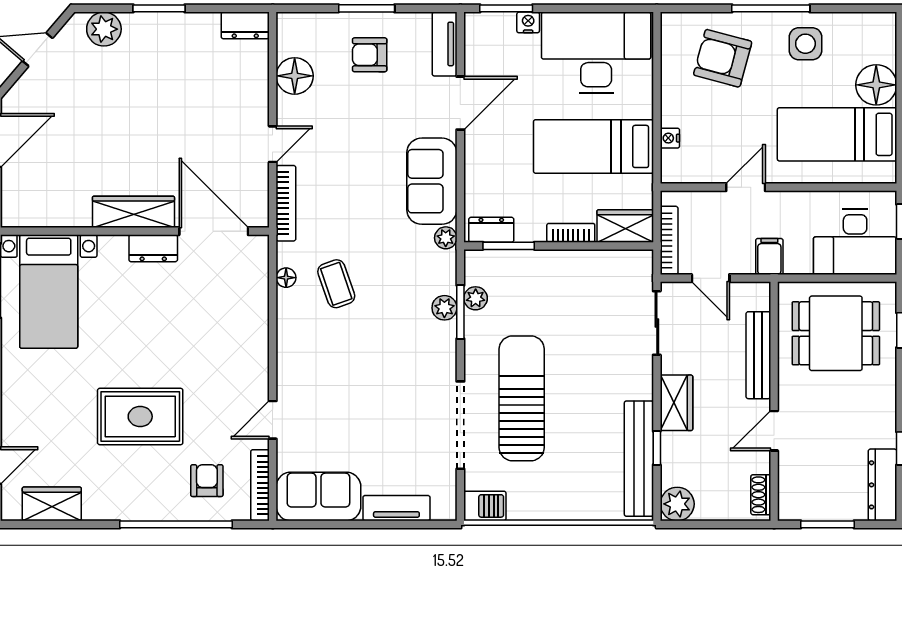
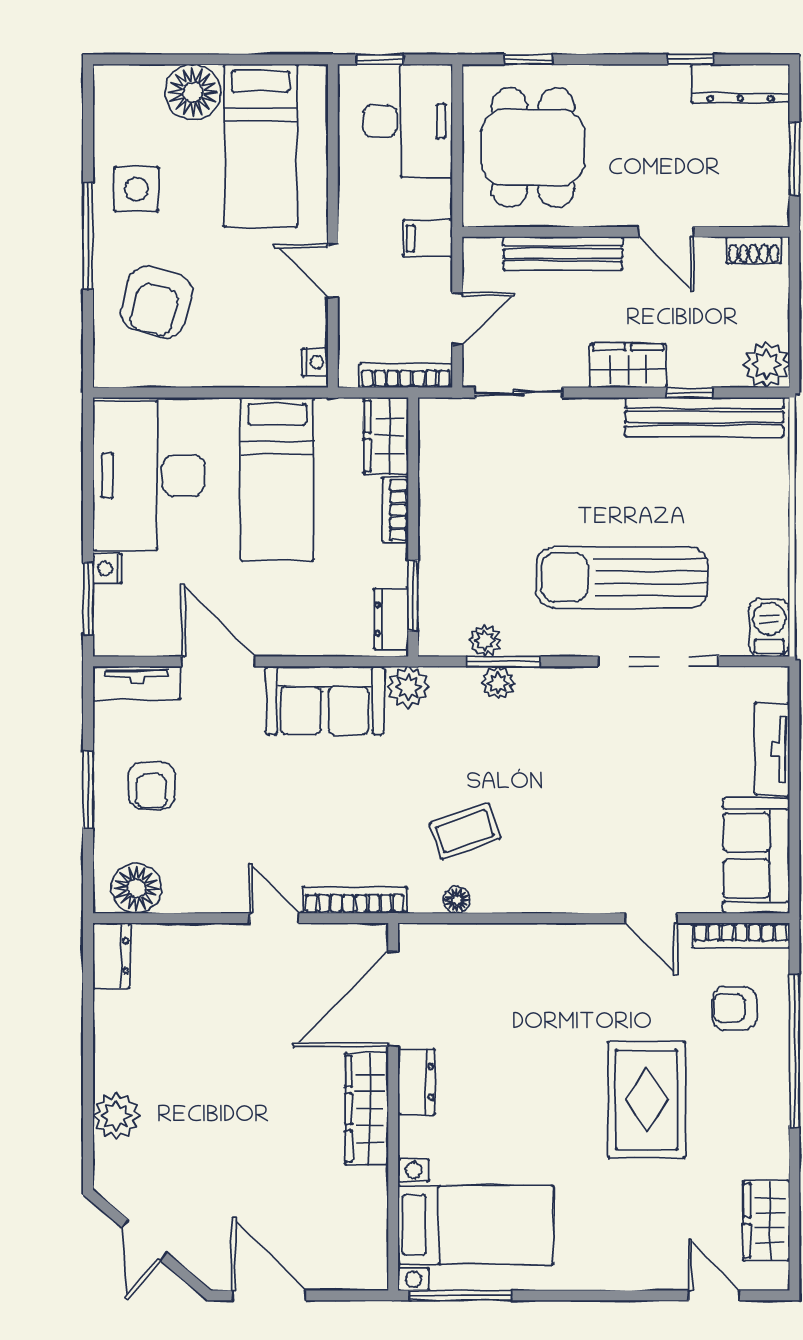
window: (159, 8) -> (88, 1074), removed
plant: (104, 29) -> (116, 1116), moved
floor lamp: (295, 76) -> (136, 888), moved
nightstand: (670, 138) -> (315, 362), moved, turned -90
plant: (446, 238) -> (408, 687), width x1.38, depth x1.38

